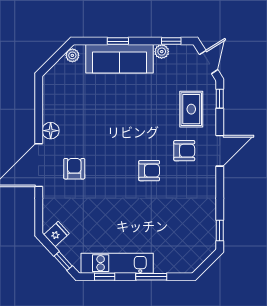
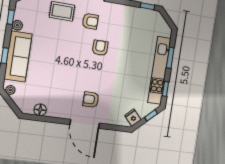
floor lamp: (51, 131) -> (40, 110), moved
armchair: (184, 151) -> (90, 21), turned 90
kitchen unit: (117, 263) -> (159, 70), width x1.36

